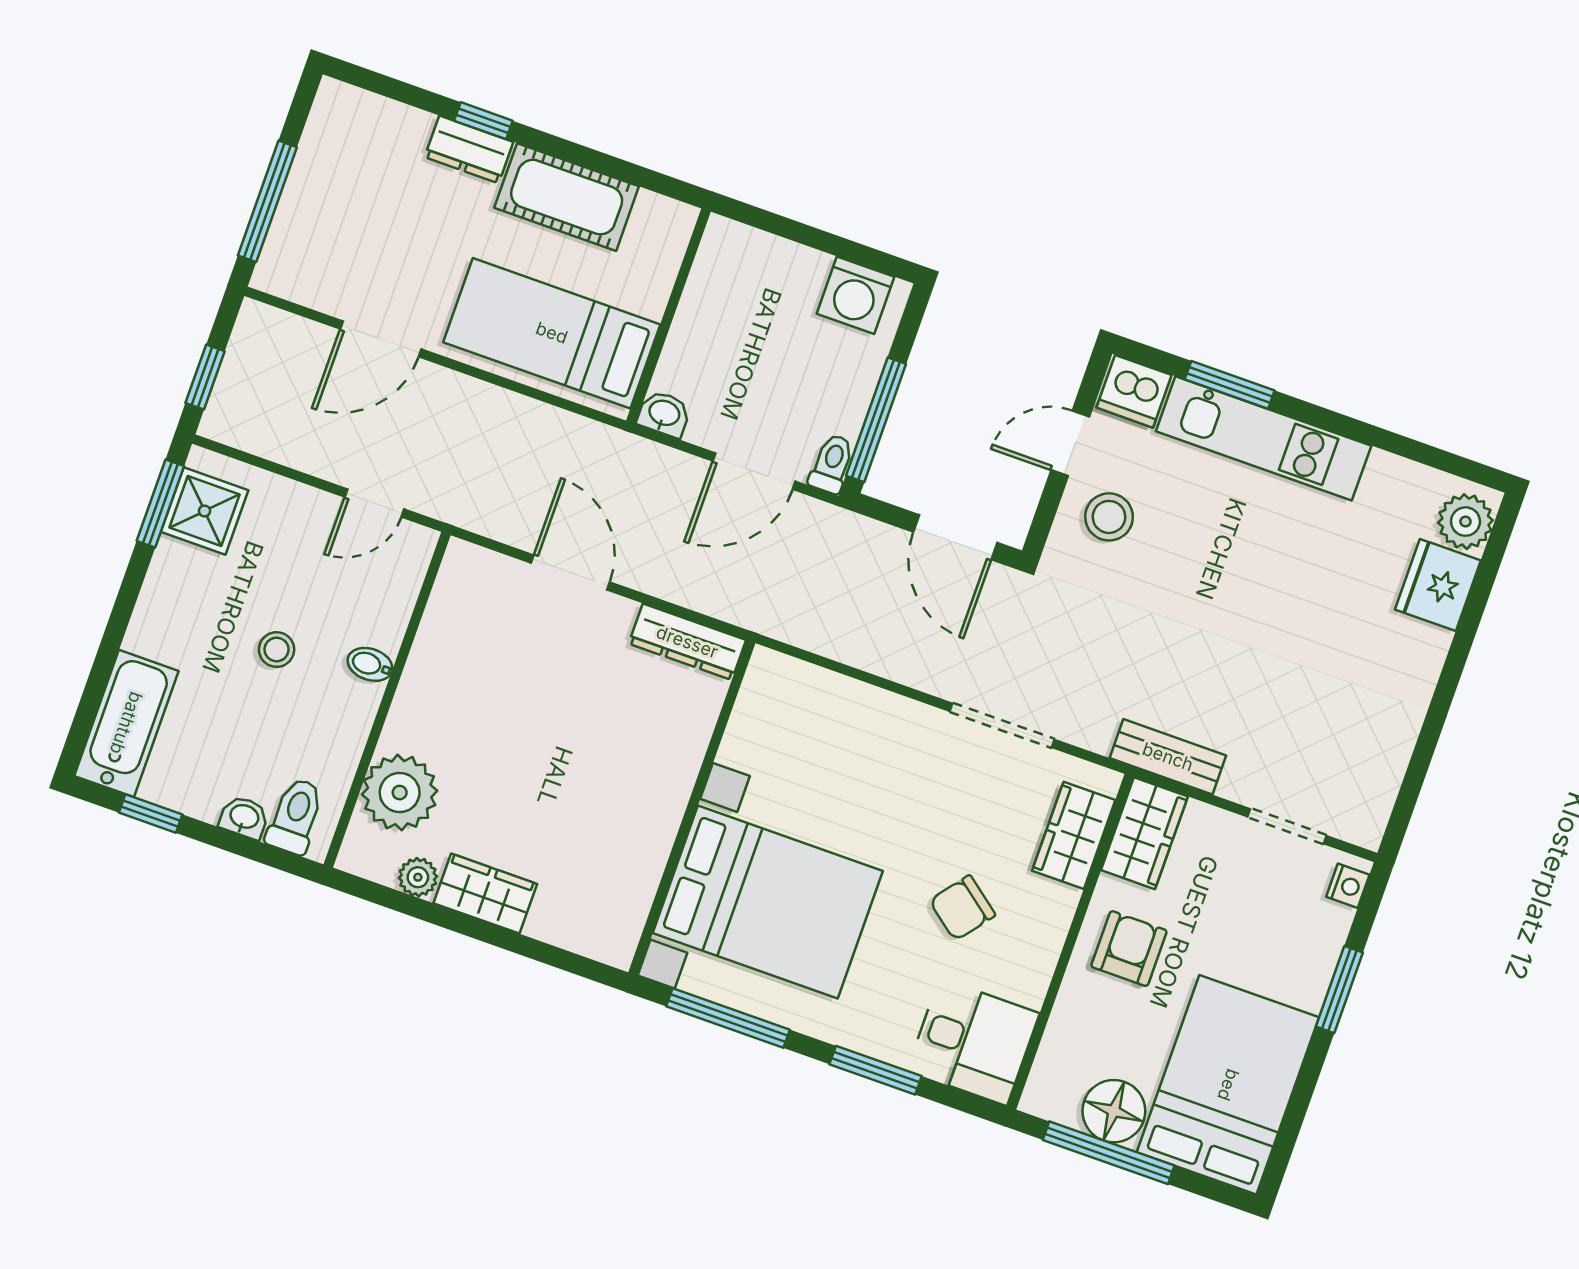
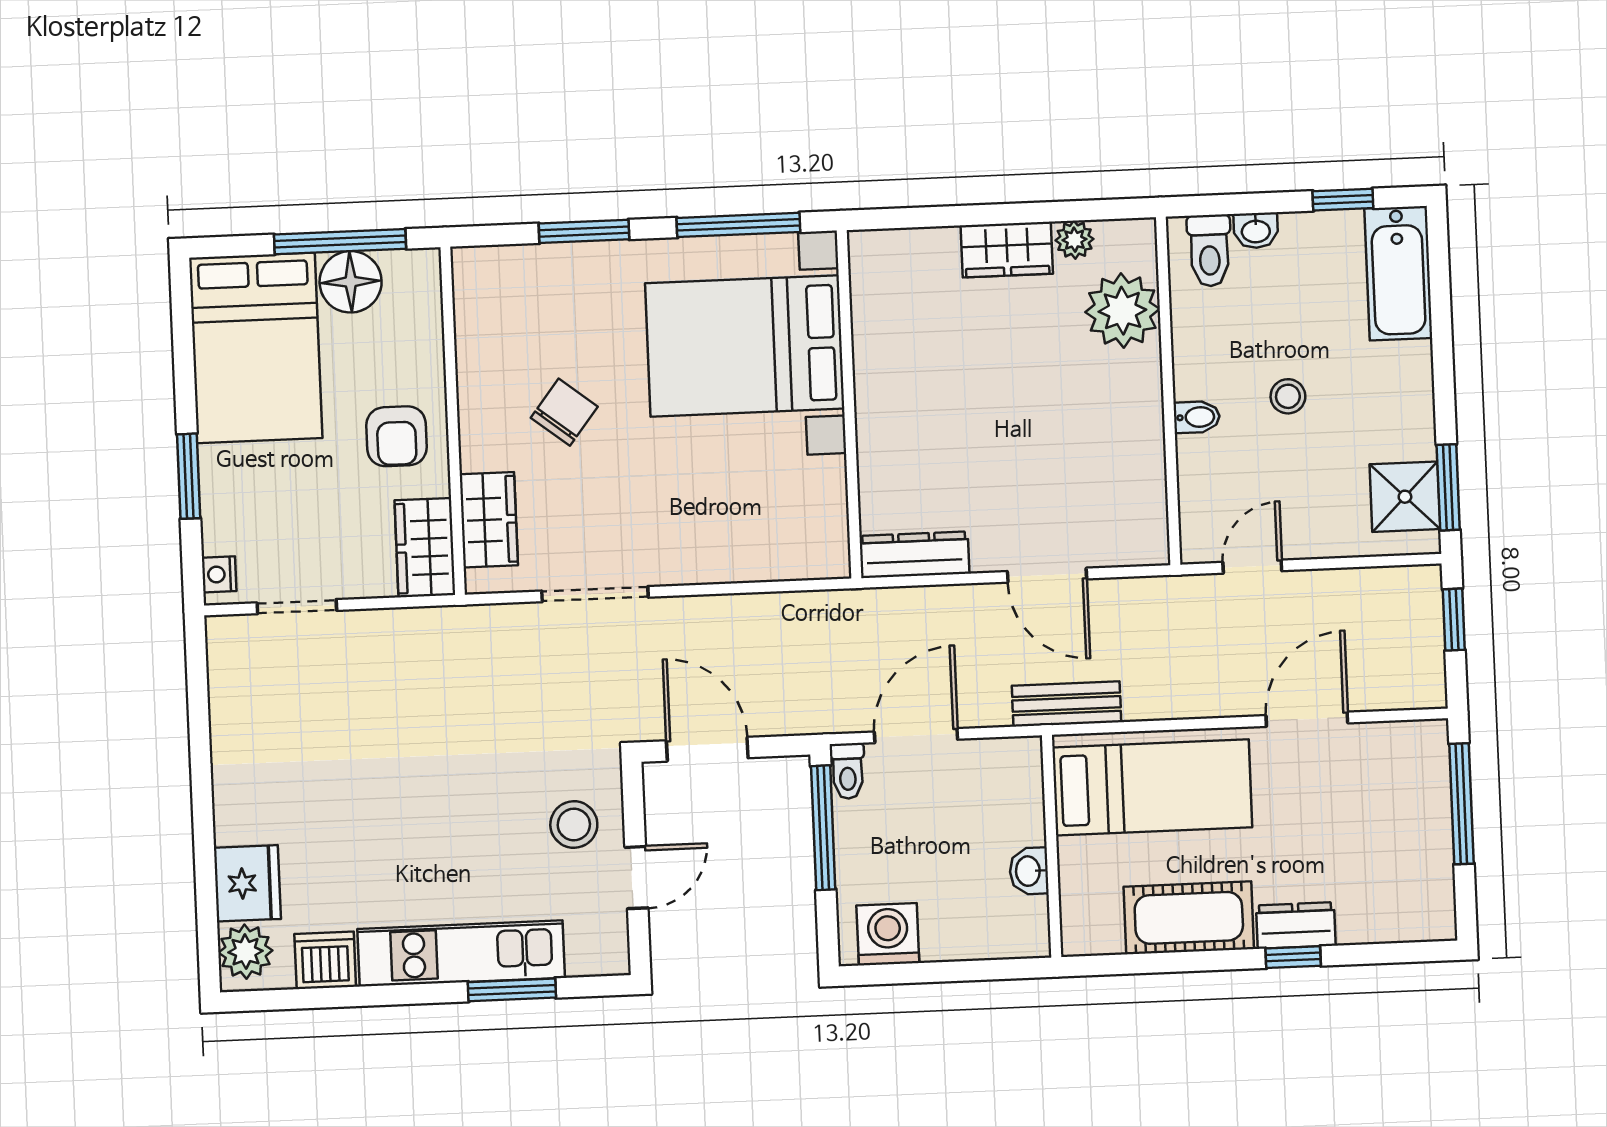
dishwasher: (1134, 391) -> (325, 960), moved
washbasin: (664, 414) -> (1029, 871), moved, turned 90
bench: (1168, 757) -> (1066, 704), moved
desk: (973, 1042) -> (505, 293), removed

